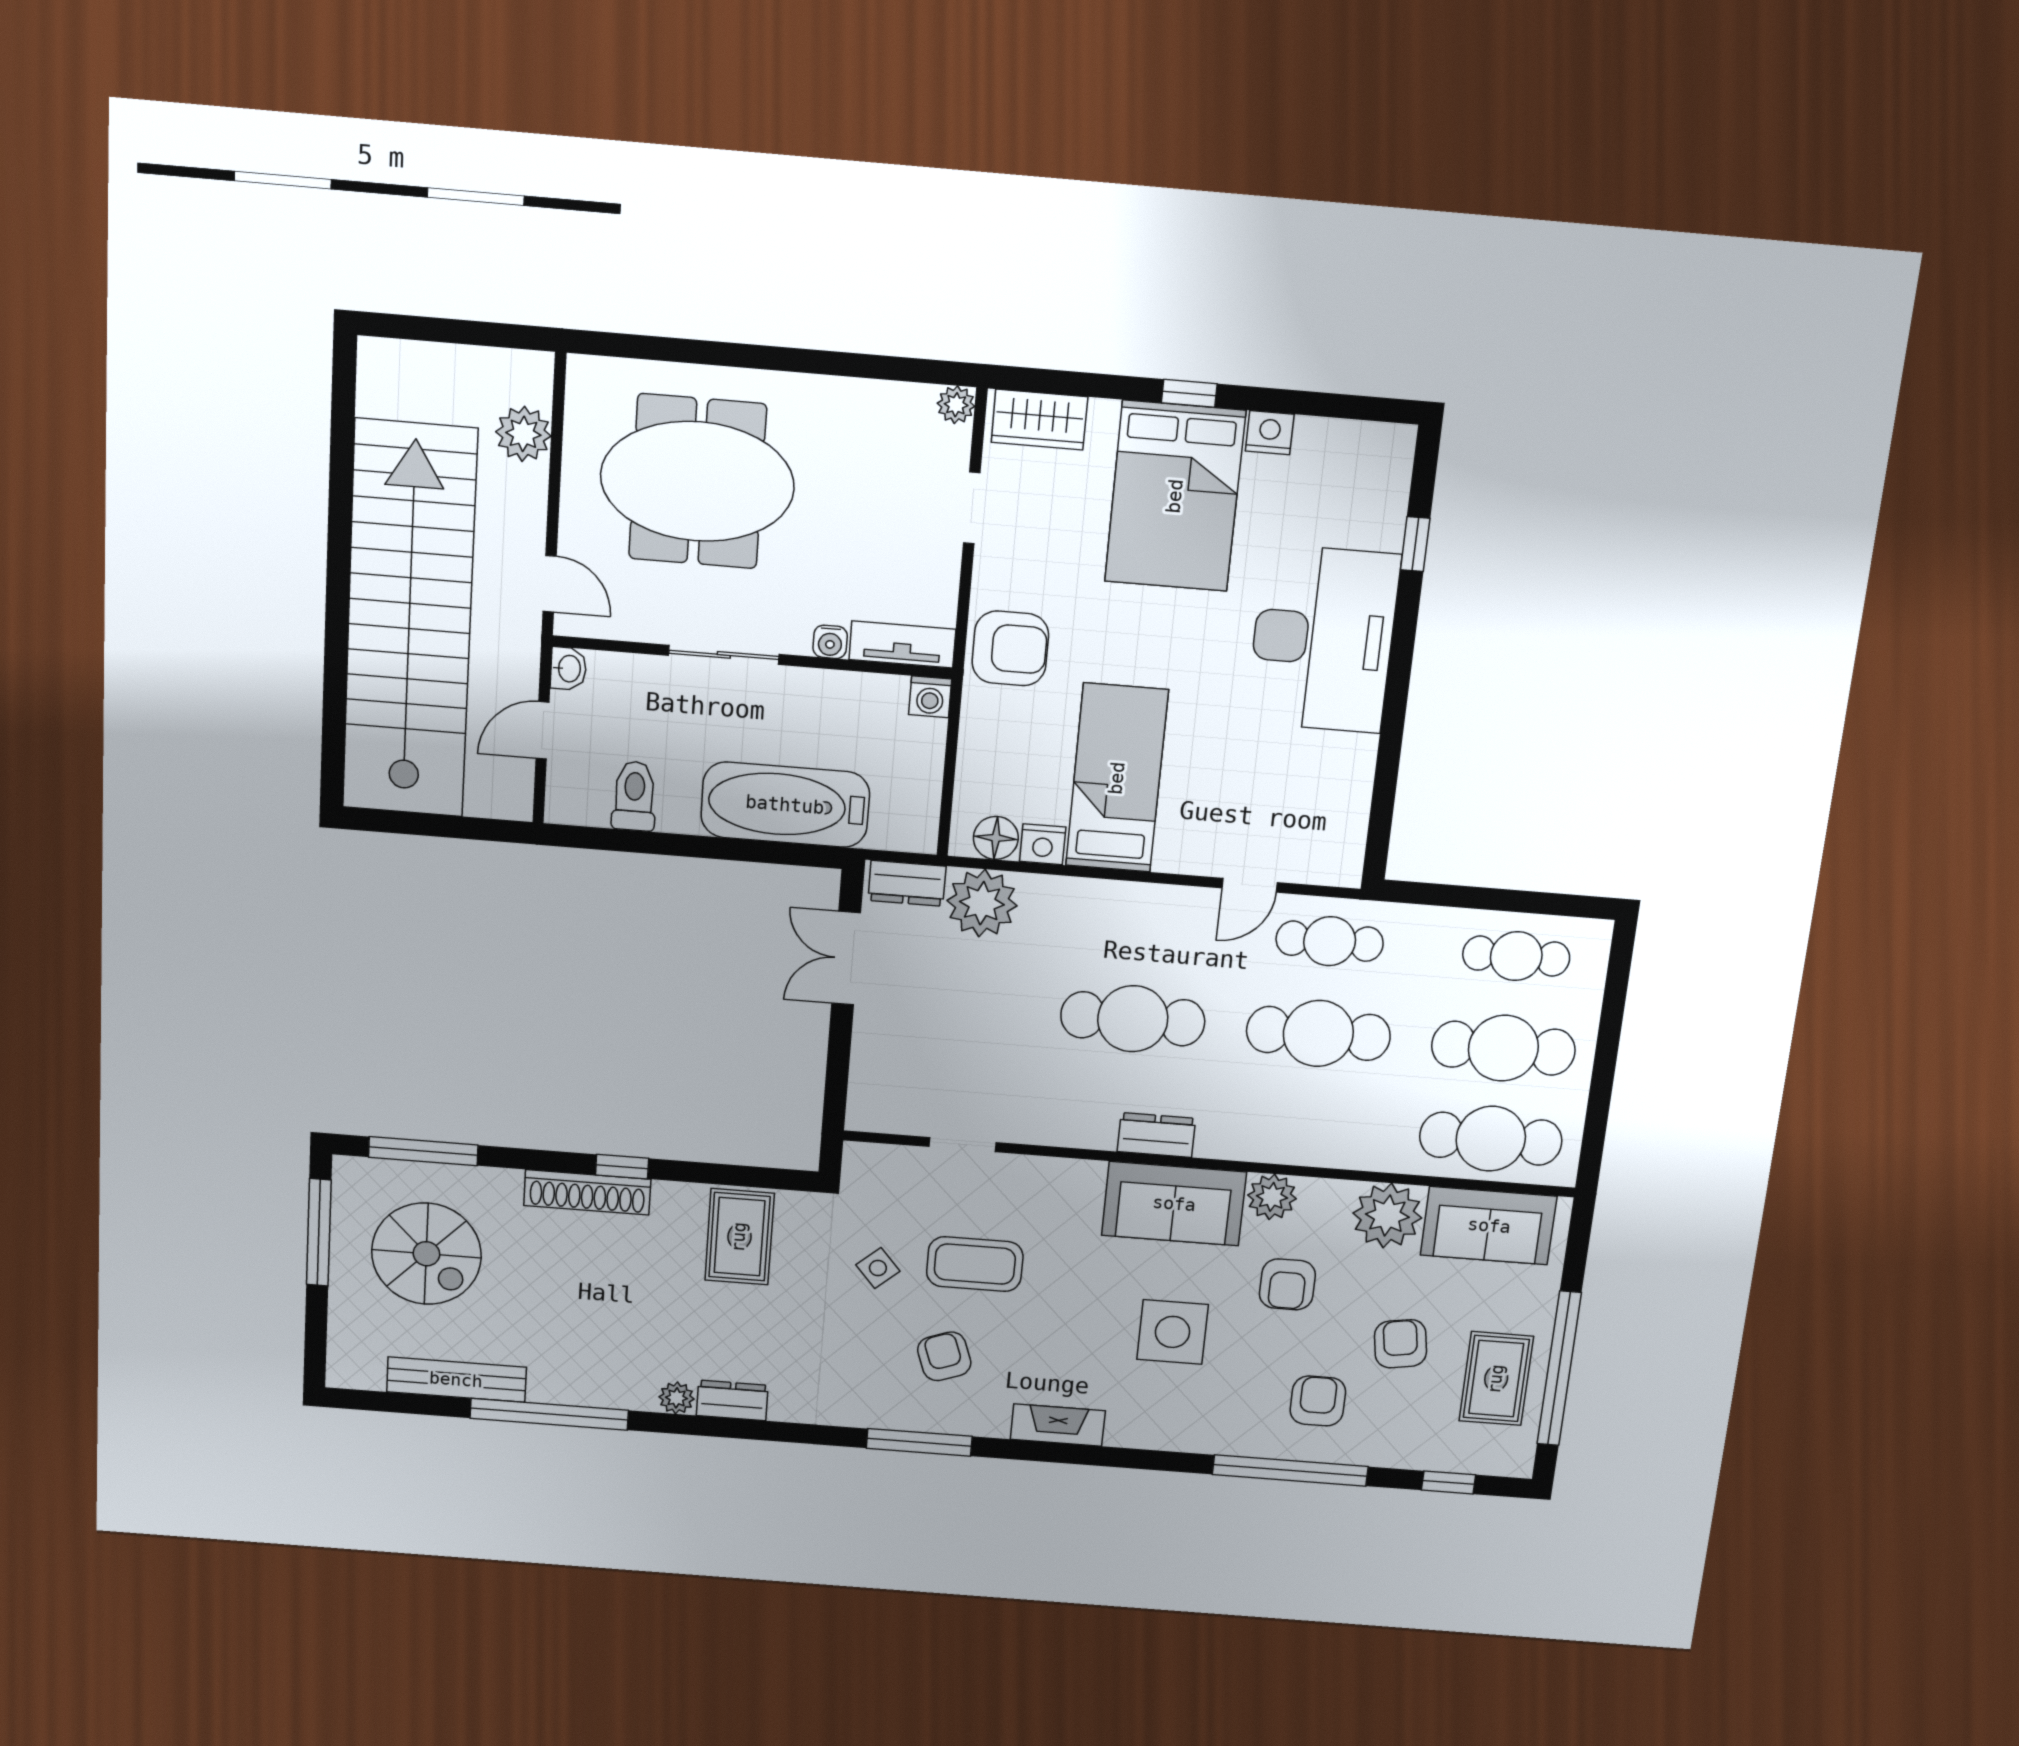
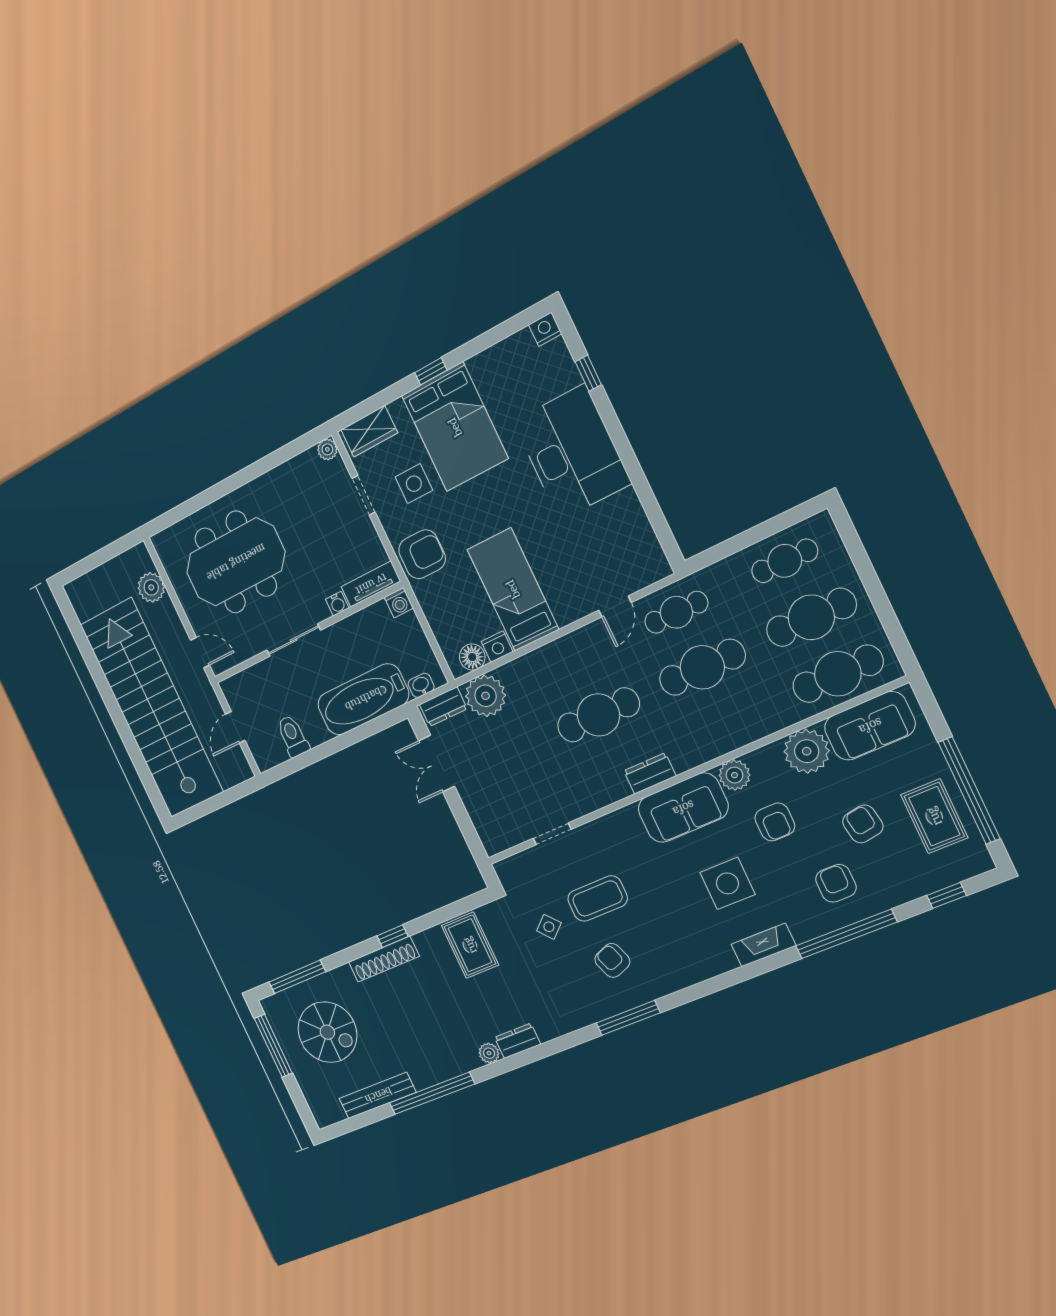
nightstand: (1270, 433) -> (545, 329), moved
side table: (1061, 539) -> (414, 484), added
washbasin: (568, 669) -> (421, 685), moved, turned -90
fireplace: (1058, 1425) -> (764, 945), moved

